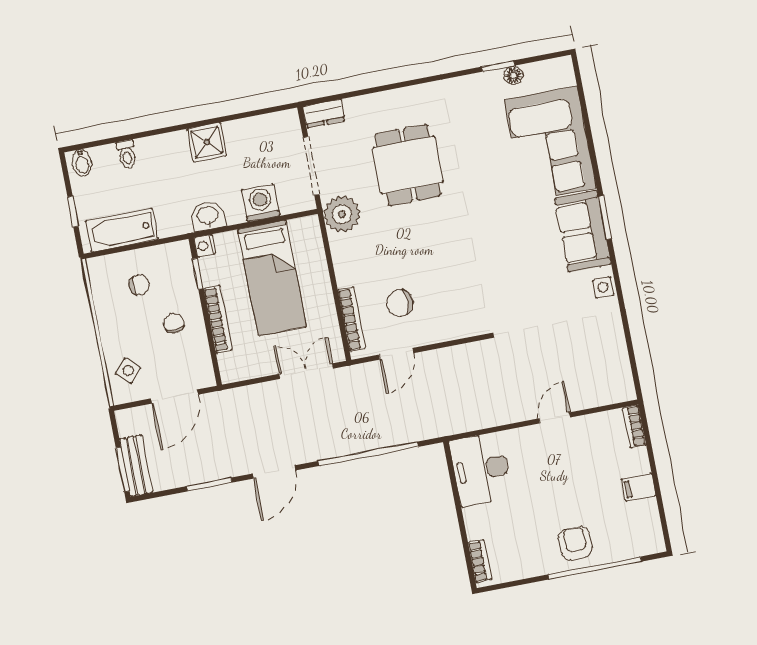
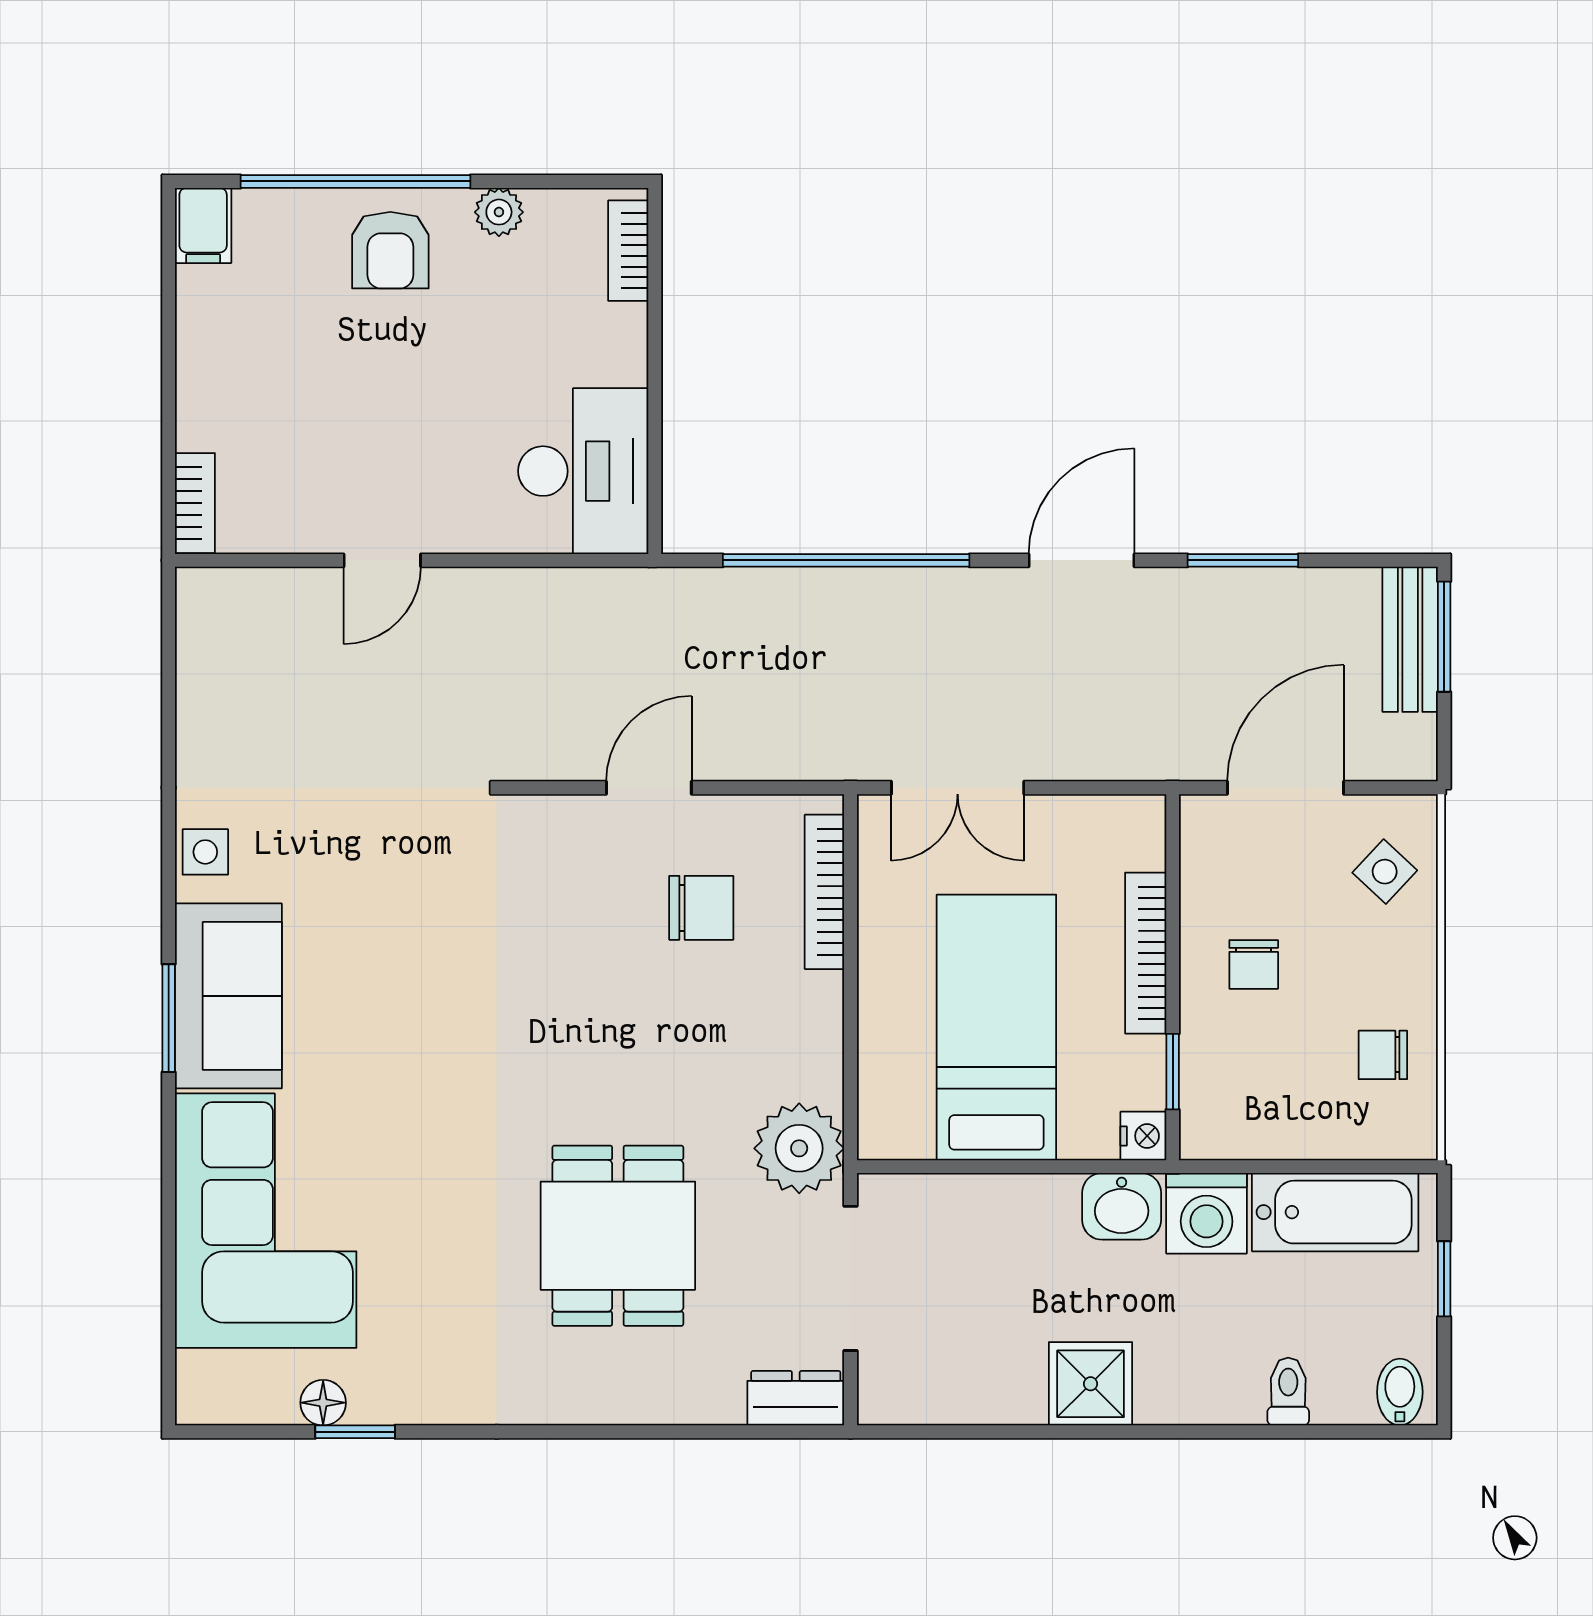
washing machine: (261, 203) -> (1207, 1213), moved
chair: (139, 285) -> (1383, 1055), moved
door: (396, 354) -> (649, 788), moved
filing cabinet: (639, 487) -> (203, 225), moved, turned 90
plant: (535, 567) -> (499, 212), added

